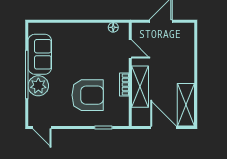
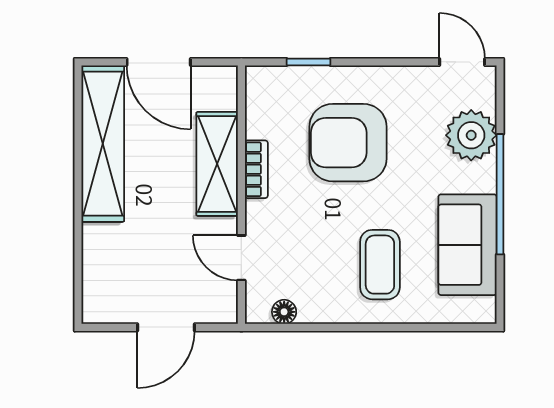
coffee table: (75, 46) -> (380, 265), added
plant: (38, 86) -> (471, 135), moved
shelving: (186, 105) -> (103, 144), width x1.47

